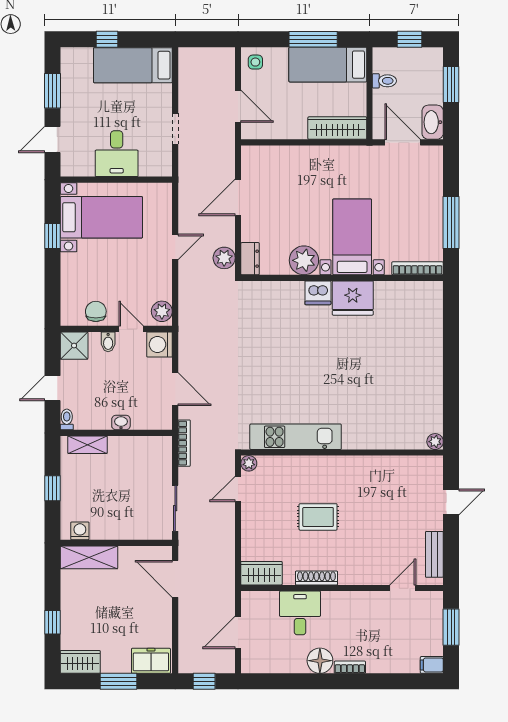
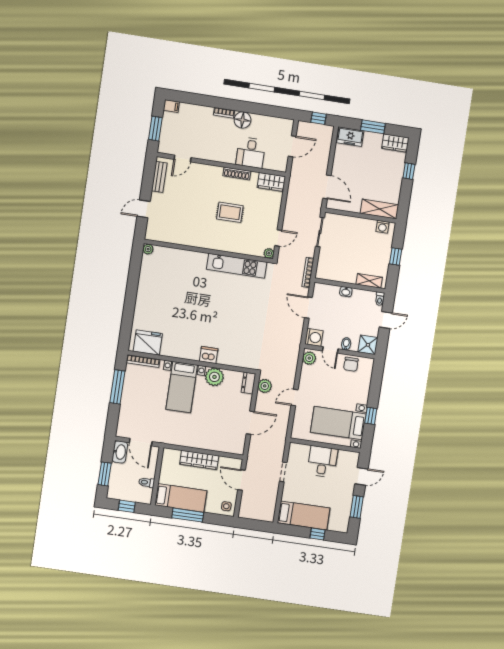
wardrobe: (337, 128) -> (199, 460), moved
fridge: (353, 298) -> (148, 343), moved

